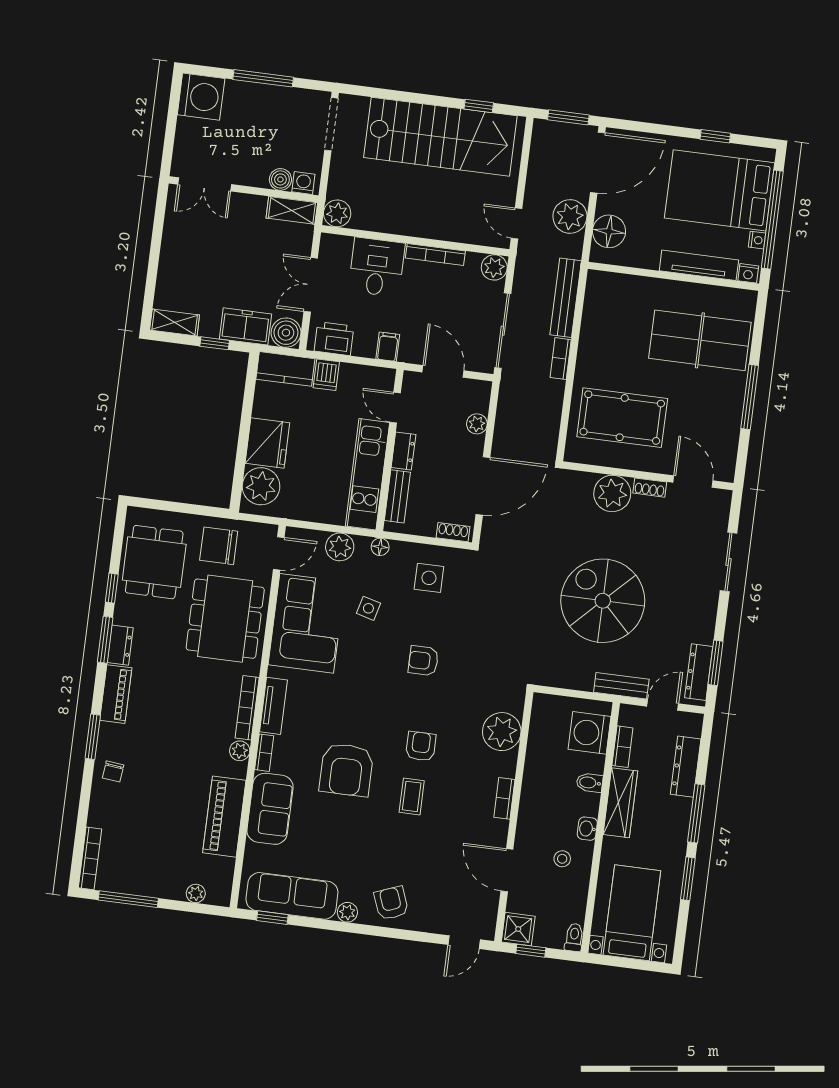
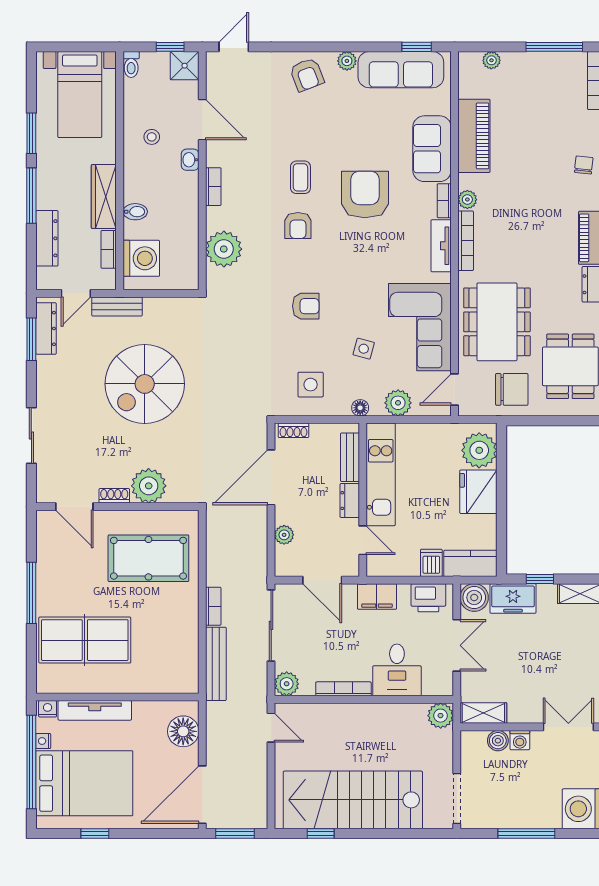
washing machine: (303, 183) -> (520, 740), moved
plant: (570, 216) -> (222, 741), removed
filing cabinet: (388, 347) -> (377, 596), width x2.00
spiral stairs: (603, 601) -> (145, 384), turned 90
washbasin: (587, 829) -> (190, 160), moved, turned 180

